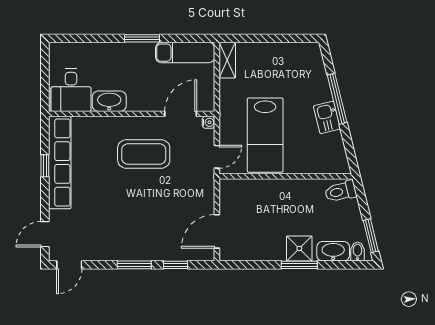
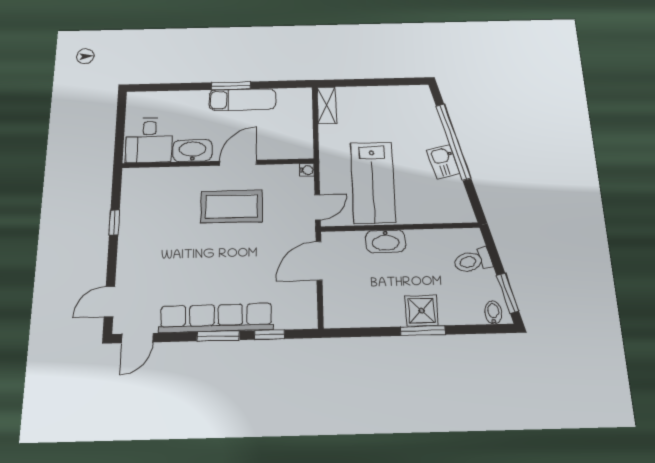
exam couch: (185, 53) -> (243, 100), moved
window: (337, 99) -> (453, 142), width x1.46
door: (181, 114) -> (238, 163), moved
row of seats: (60, 163) -> (216, 318), moved, turned -90
toilet: (341, 191) -> (473, 261), moved
door: (217, 231) -> (319, 261), moved
washbasin: (333, 251) -> (386, 241), moved, turned 180

